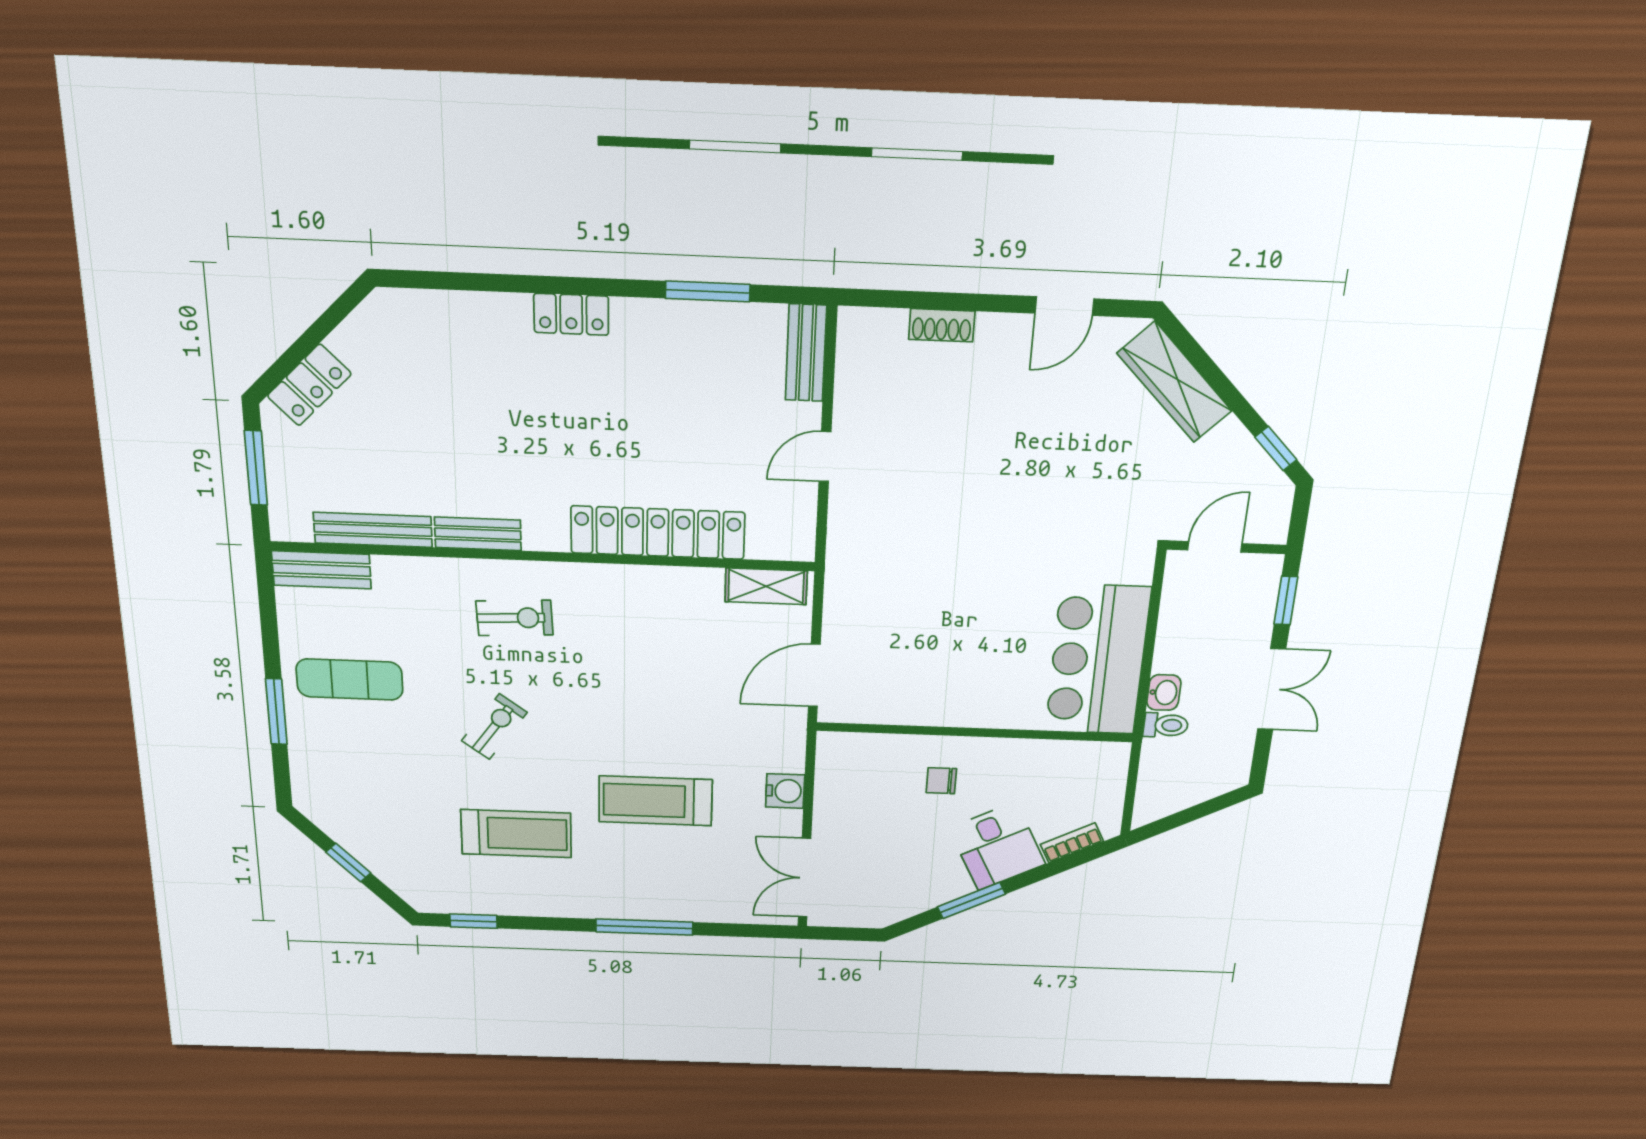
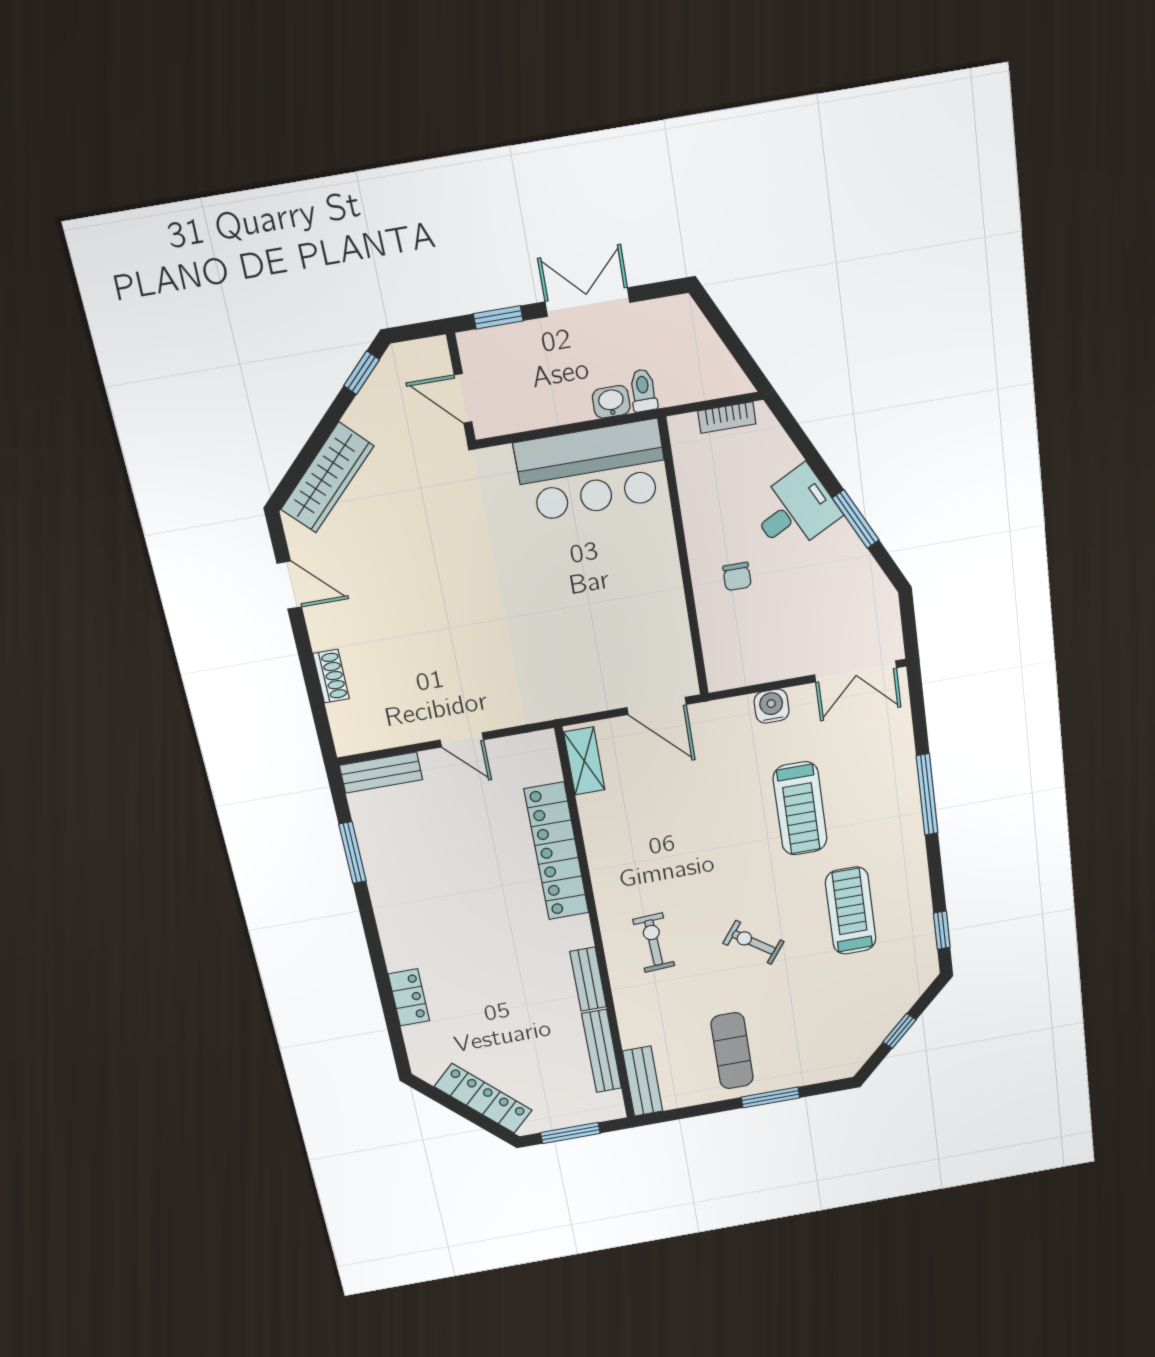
locker: (571, 314) -> (409, 997), moved
locker: (309, 385) -> (483, 1098), width x1.53
bookcase: (1072, 843) -> (727, 417), moved, turned -63

